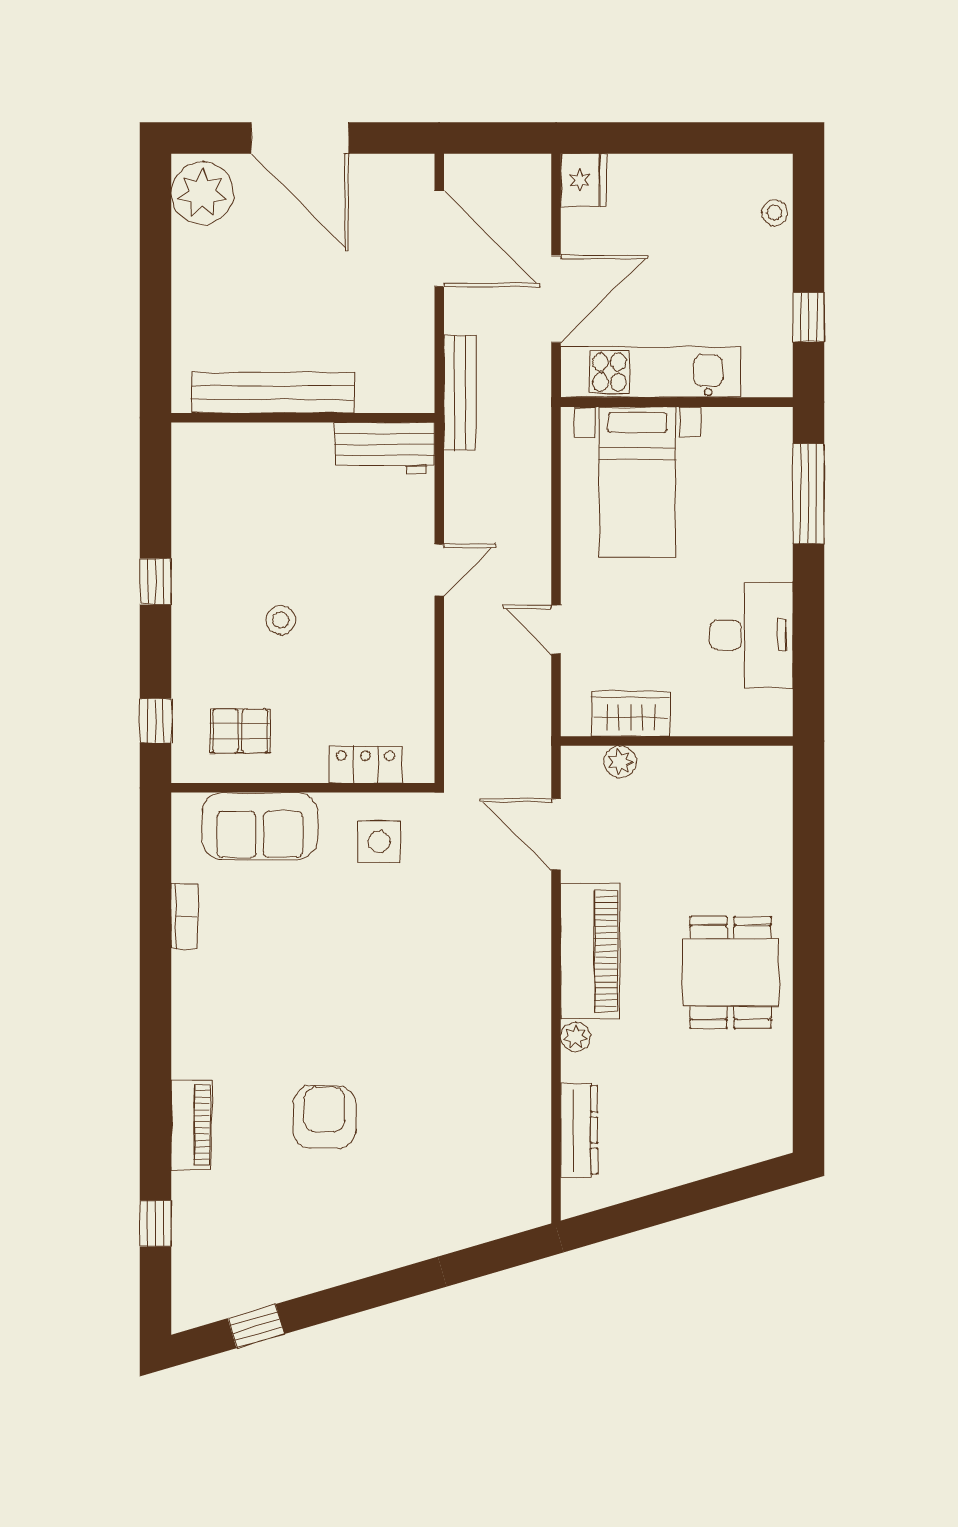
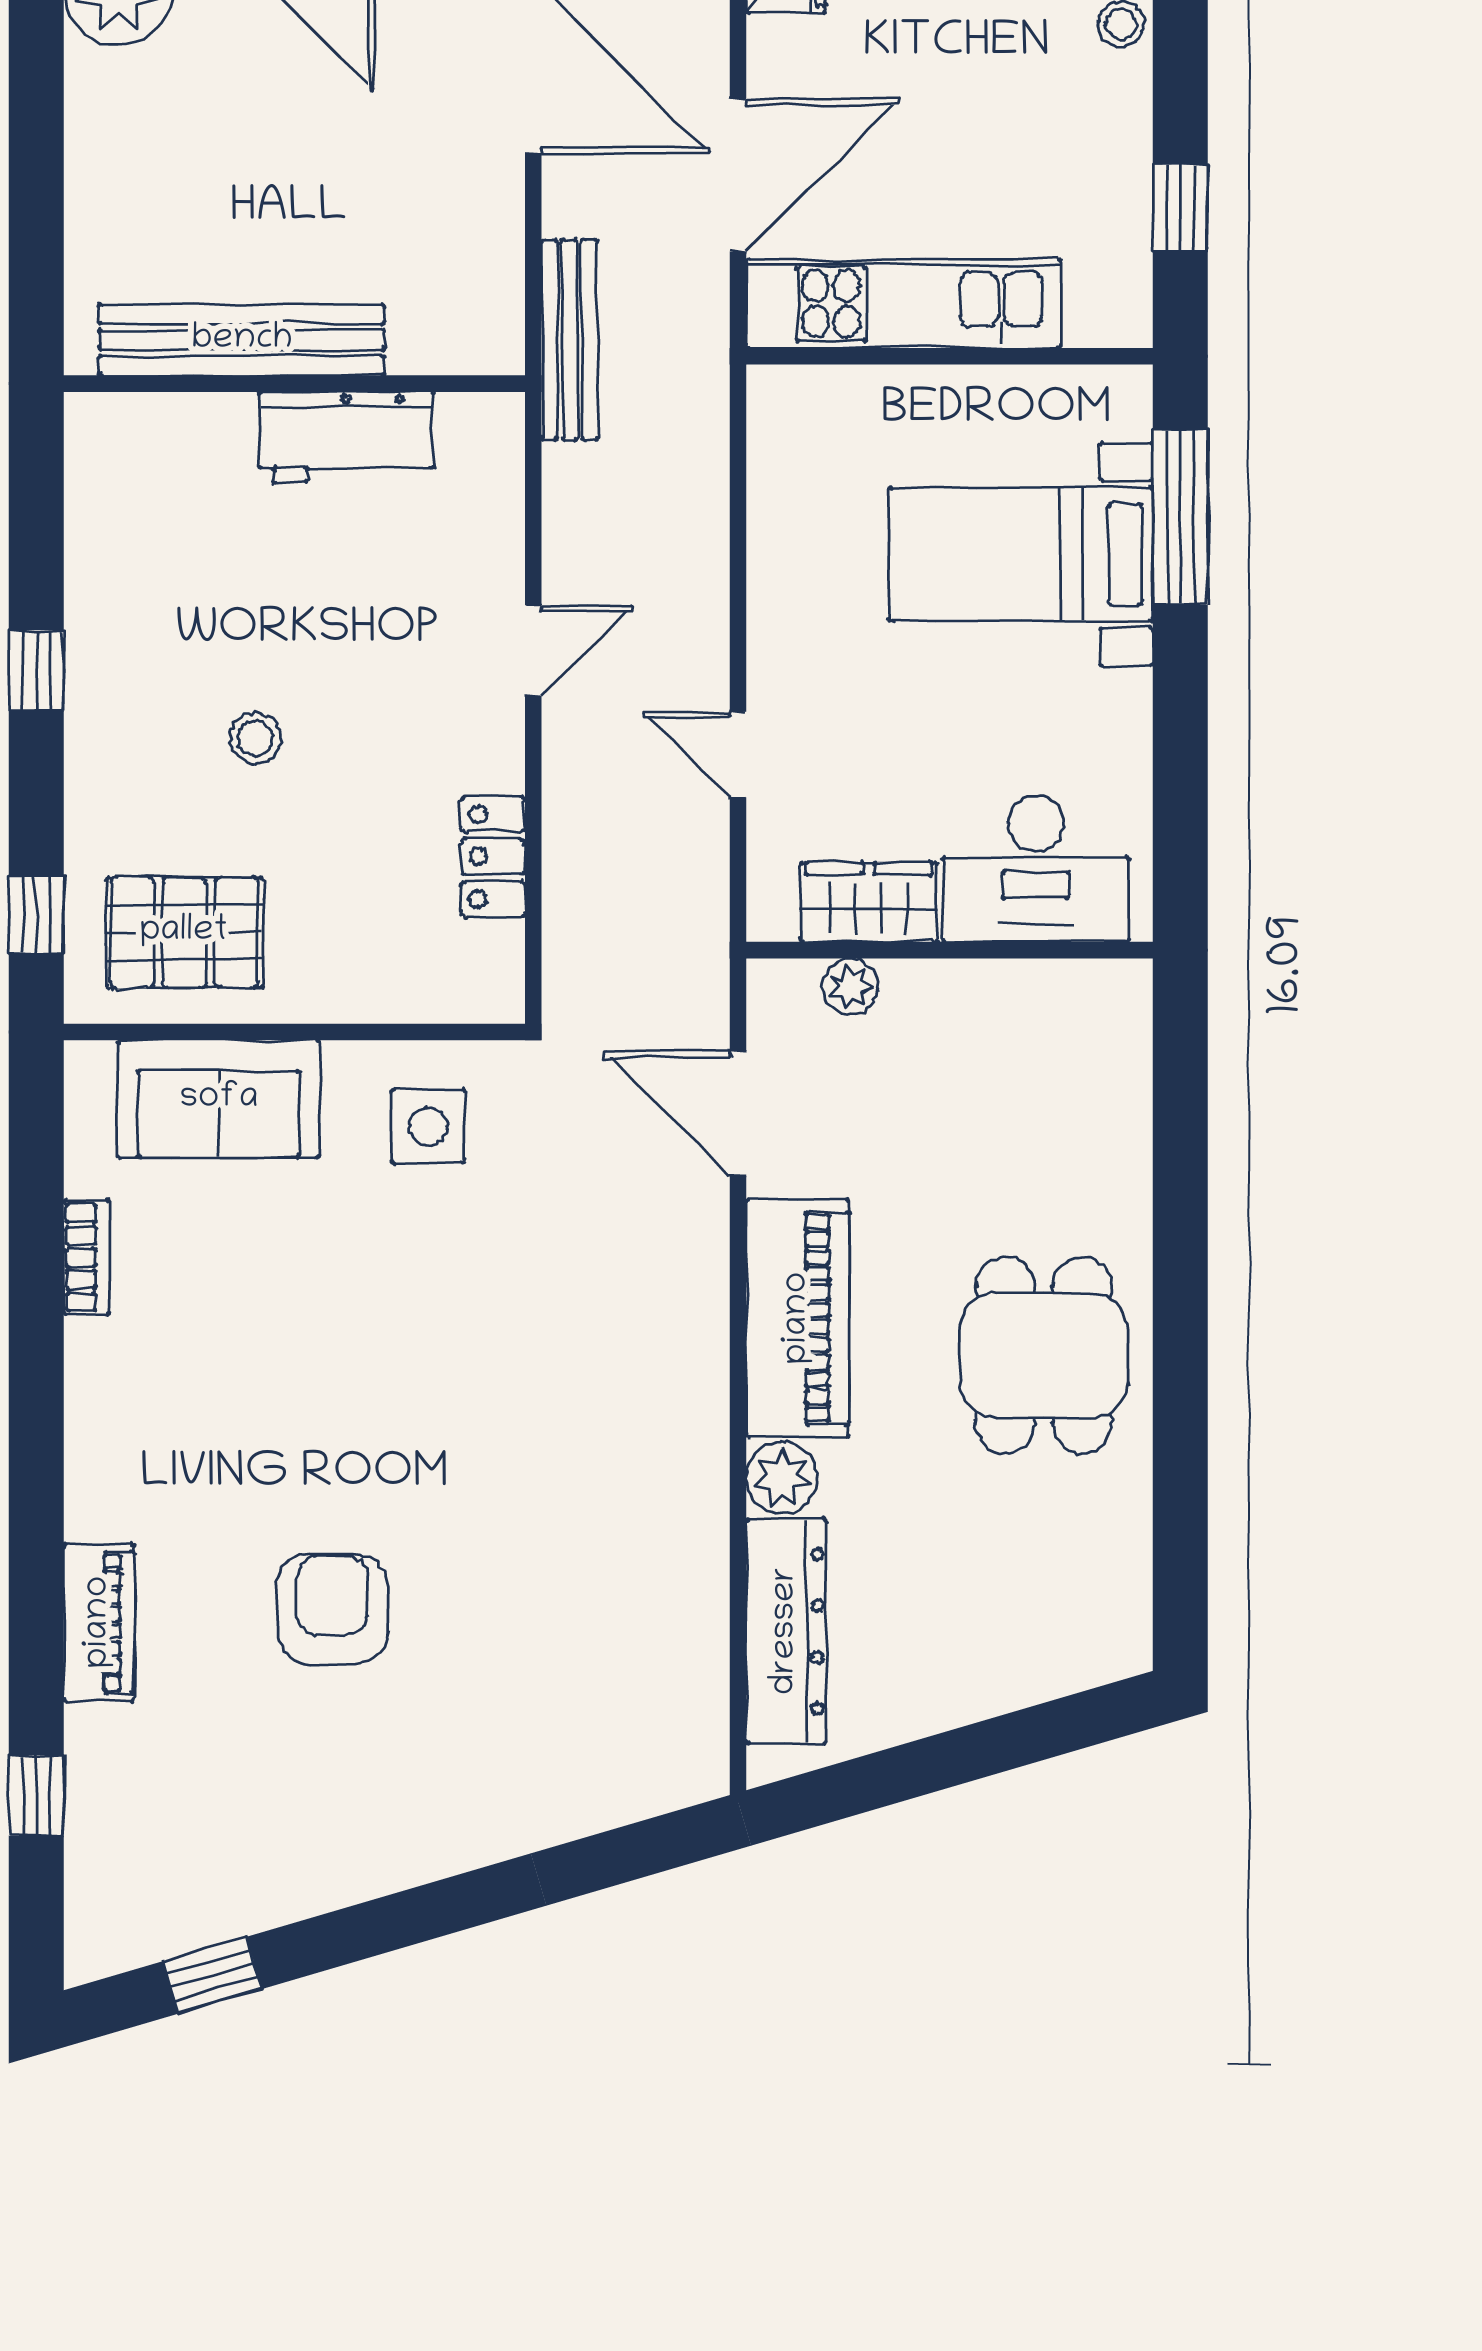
workbench: (385, 448) -> (346, 437), moved
bed with nightstands: (637, 482) -> (1021, 554), moved, turned 90
desk: (751, 635) -> (1036, 869), moved, turned 90
pallet: (240, 731) -> (184, 932), width x1.50, depth x1.42
locker: (365, 765) -> (493, 857), moved, turned -90
plant: (576, 1037) -> (782, 1478), width x1.38, depth x1.38
dresser: (579, 1130) -> (786, 1631), width x1.37, depth x1.24

